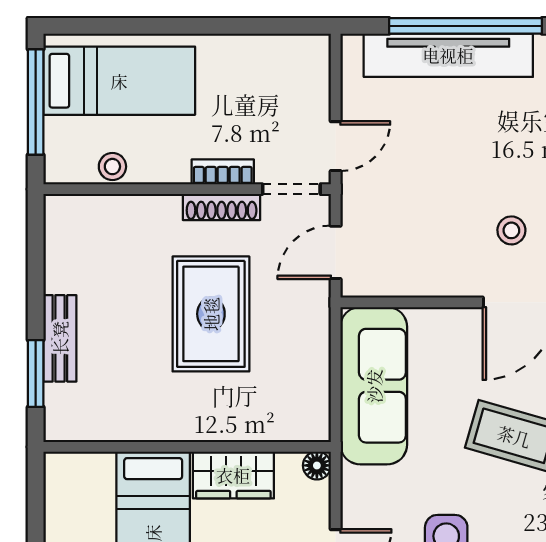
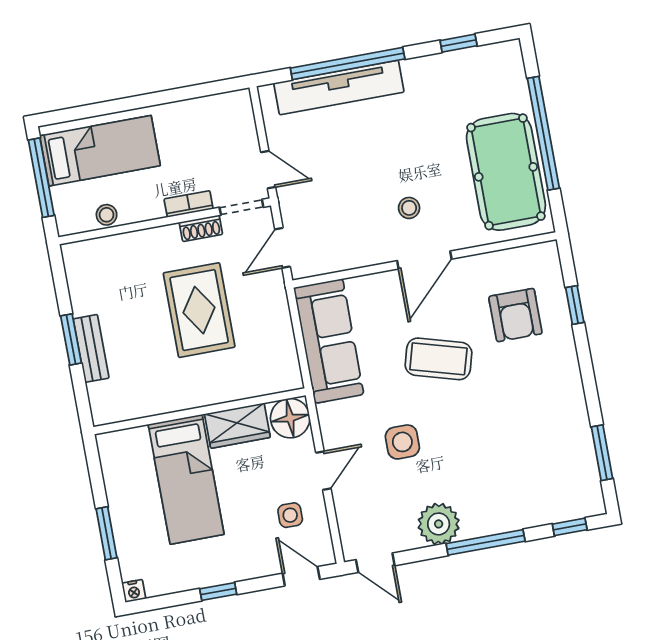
door: (336, 146) -> (268, 170), hinge flipped
shoe rack: (222, 207) -> (201, 228), width x0.70
window: (36, 374) -> (71, 339), moved
floor lamp: (317, 465) -> (290, 418), width x1.89, depth x1.89

